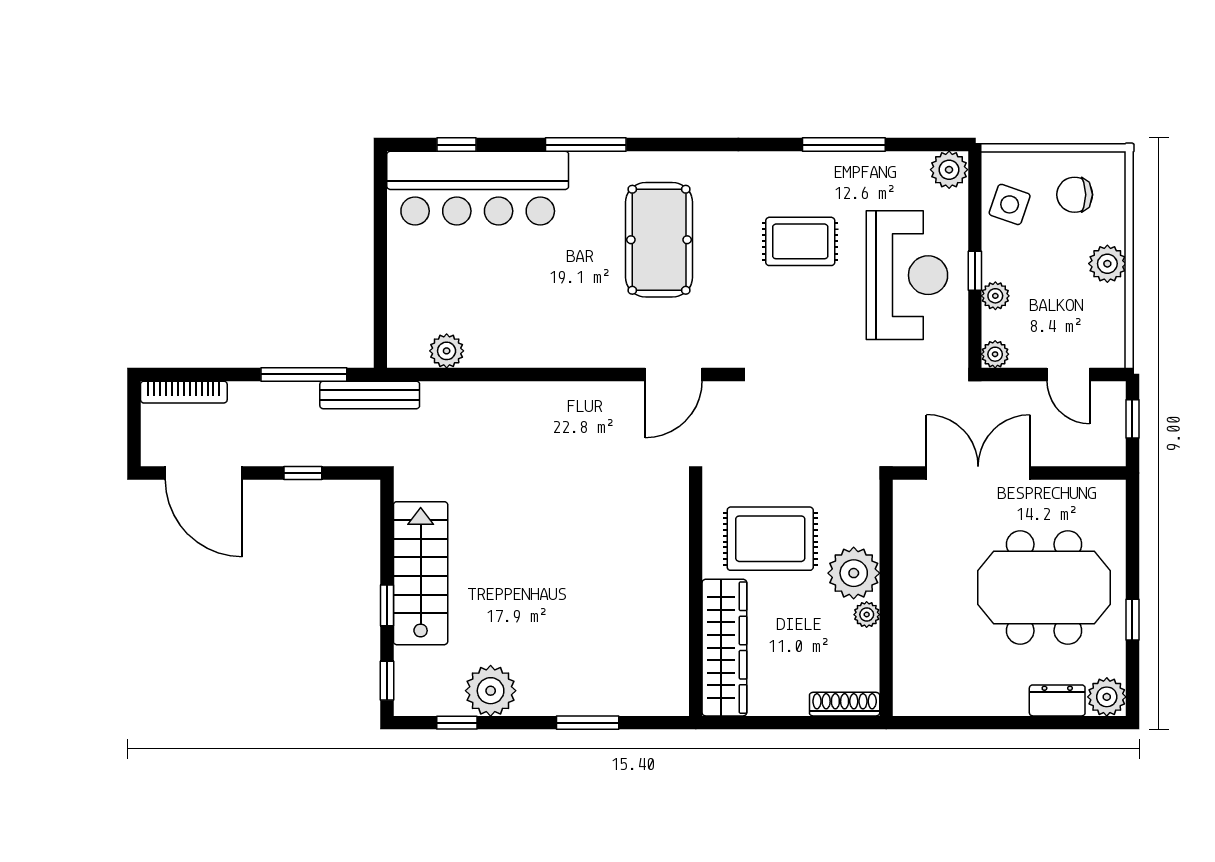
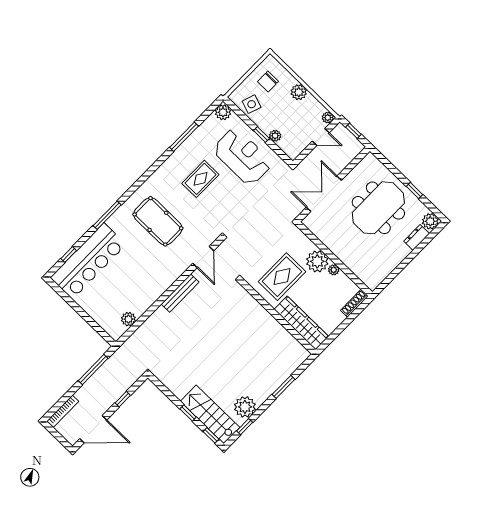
plant: (995, 354) -> (328, 118), moved
bench: (370, 395) -> (180, 293), moved
stairs: (421, 573) -> (210, 414), moved

